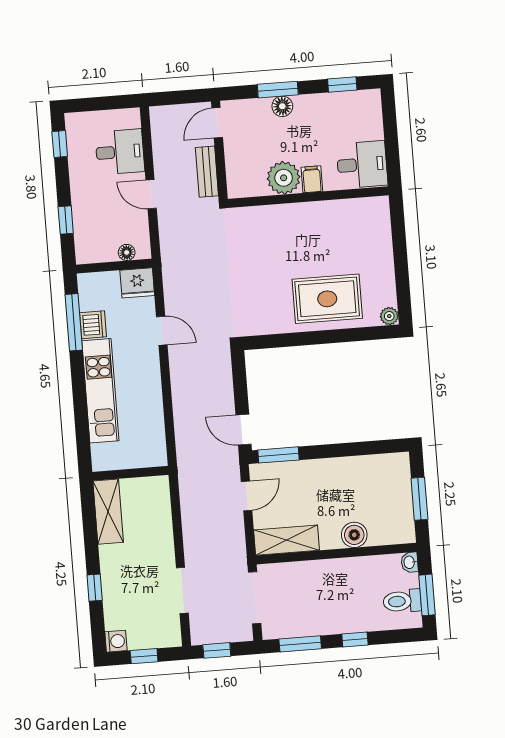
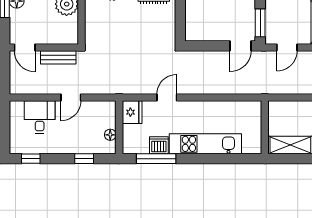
floor lamp: (127, 252) -> (110, 135), moved
door: (247, 496) -> (287, 47), swing flipped

